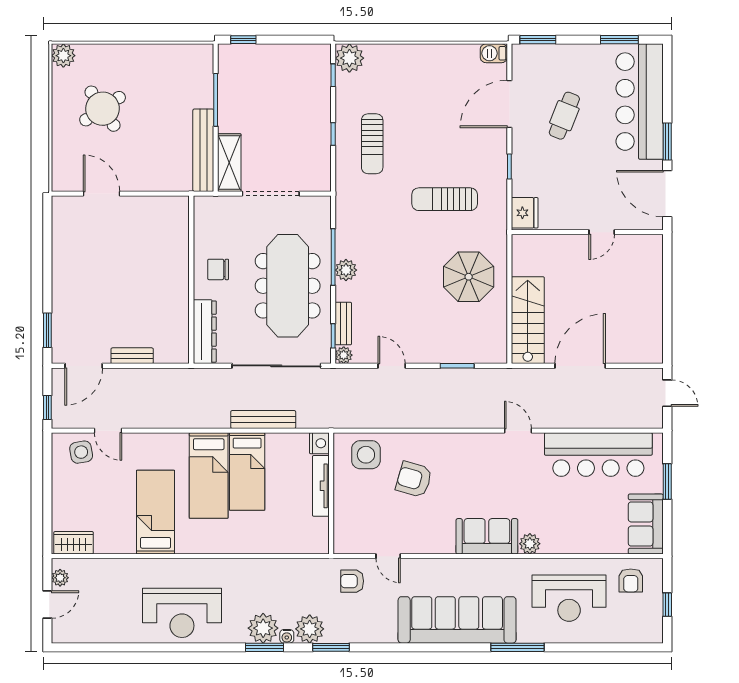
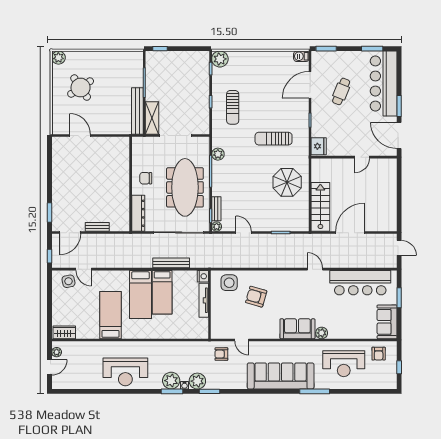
plant: (346, 270) -> (218, 154), moved

